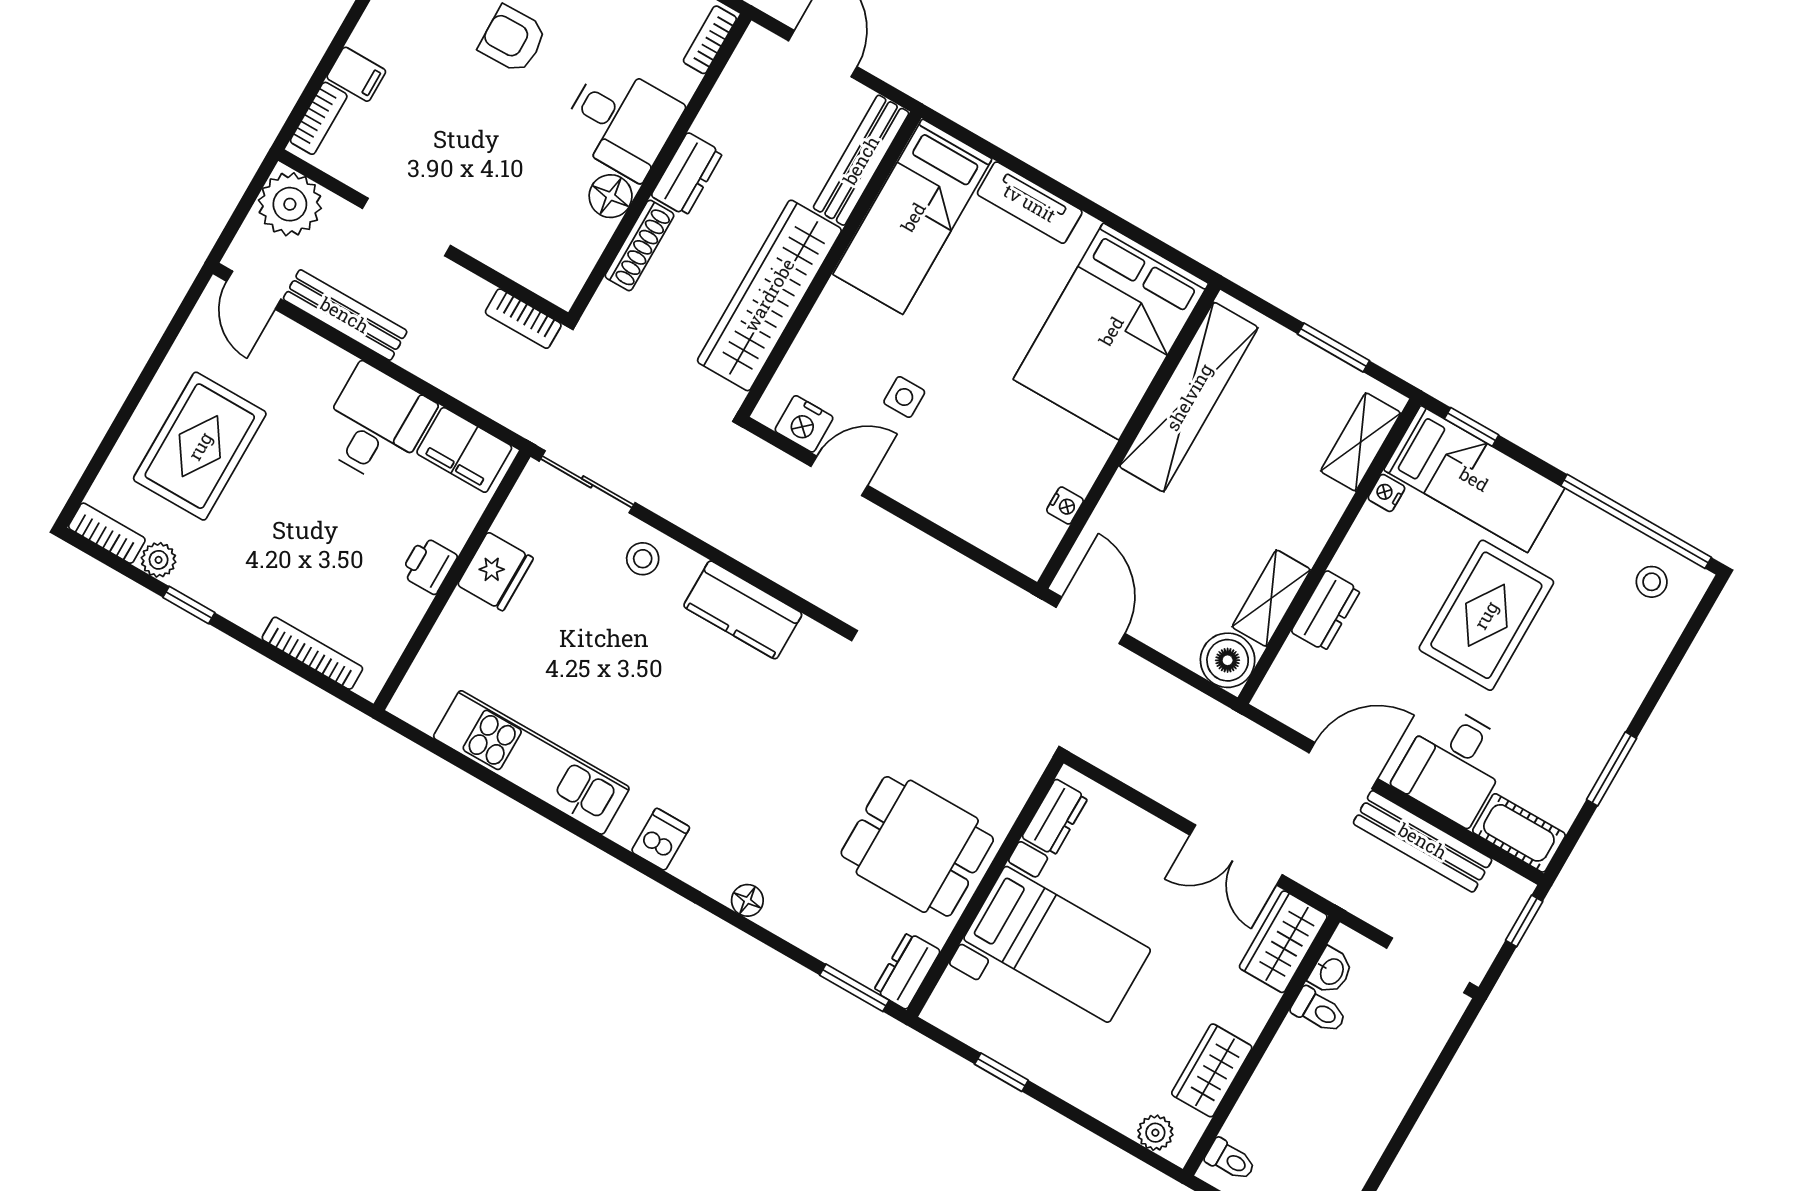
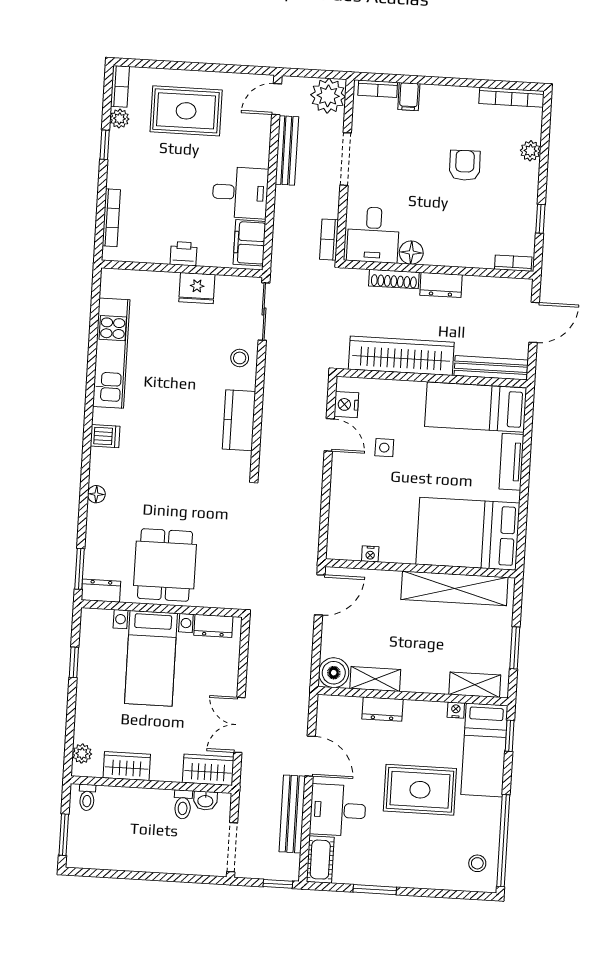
desk: (621, 121) -> (373, 235), moved

